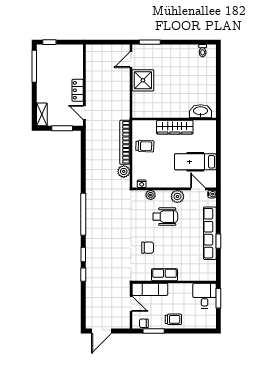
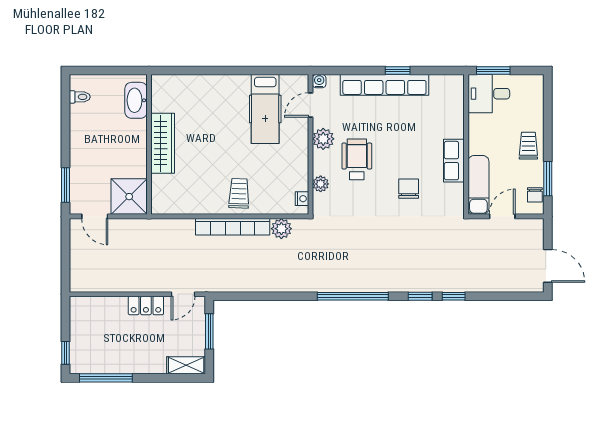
washbasin: (201, 111) -> (136, 100), moved
wall: (174, 119) -> (149, 144), moved
wardrobe: (175, 127) -> (163, 143), moved

